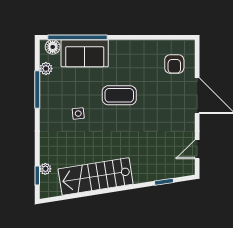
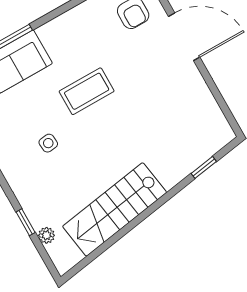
door: (197, 149) -> (222, 103), removed
window: (37, 176) -> (26, 222), moved

